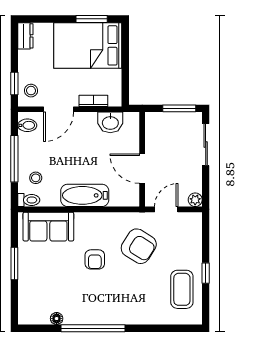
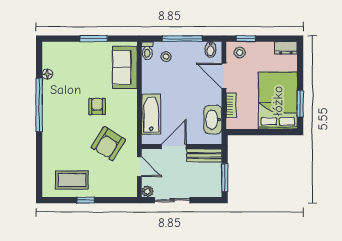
washbasin: (110, 122) -> (213, 120), width x1.38
bench: (153, 133) -> (204, 155), added
sliding door: (206, 145) -> (172, 200), moved
bathtub: (85, 195) -> (151, 114), moved
armchair: (95, 259) -> (97, 106), turned 90

